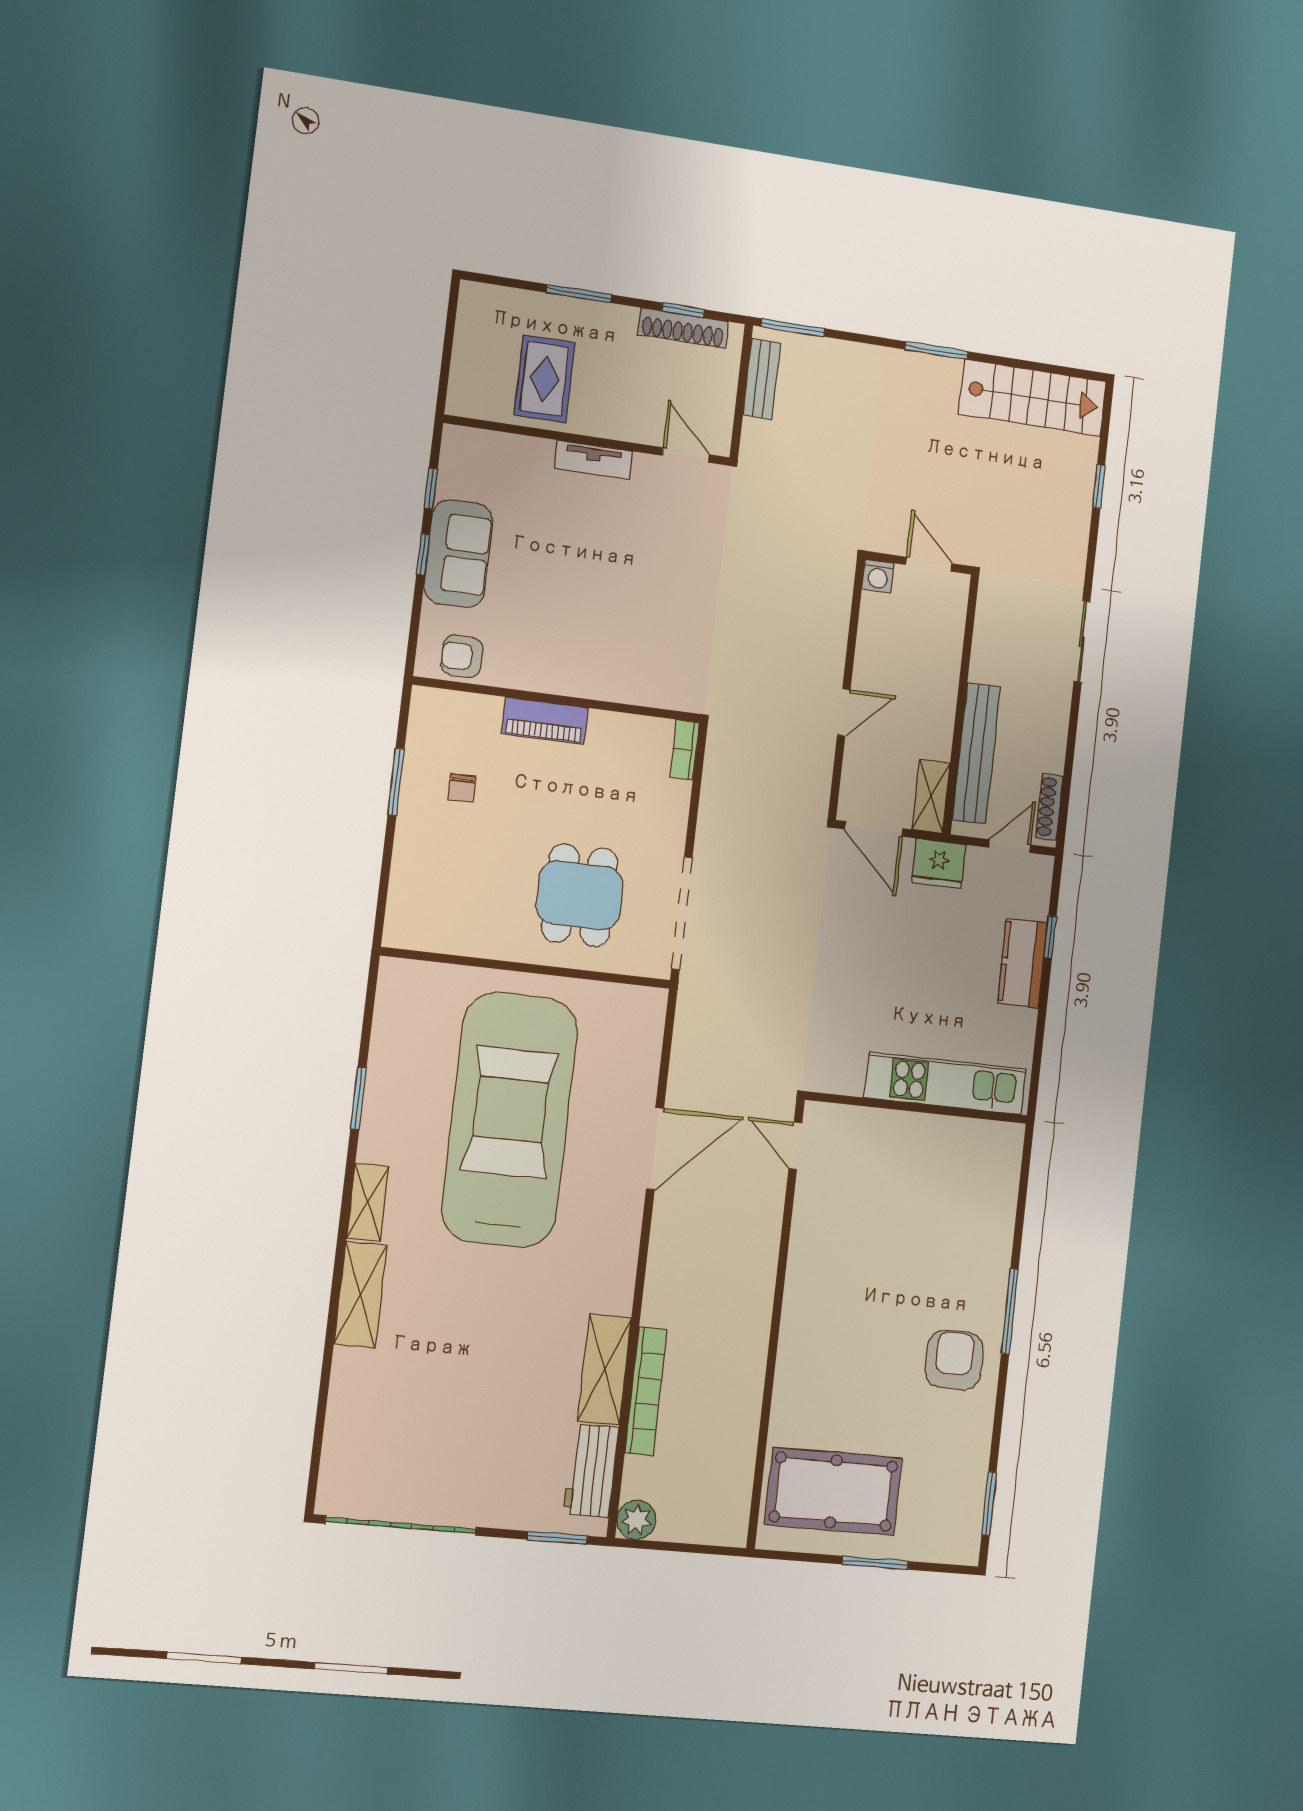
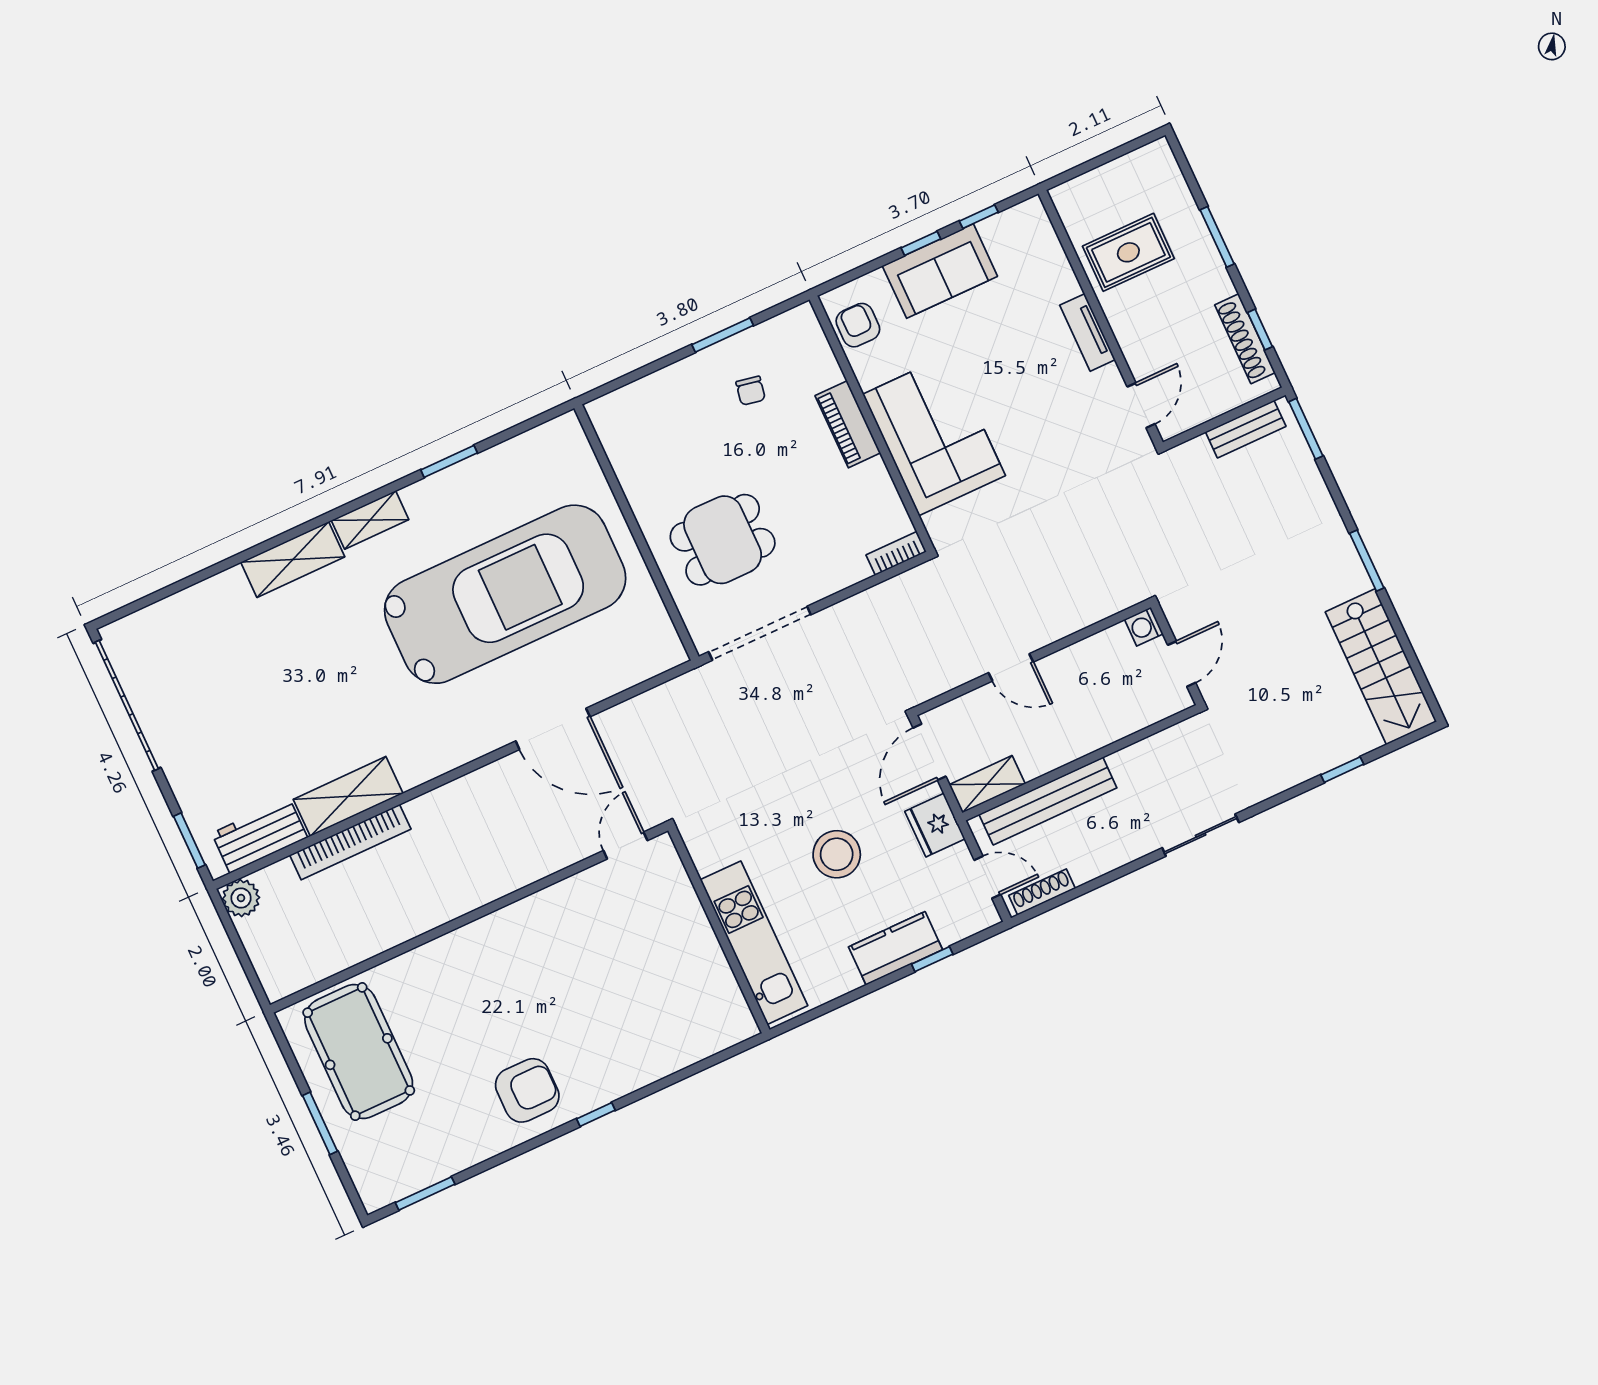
corner sofa: (601, 651) -> (934, 435), added
chair: (462, 788) -> (751, 391), turned -79
stool: (913, 964) -> (837, 854), added
window: (1010, 1312) -> (596, 1114), width x0.46

